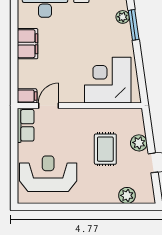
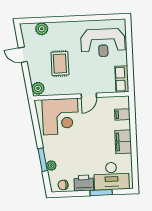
filing cabinet: (27, 96) -> (122, 114), moved
door: (49, 106) -> (89, 96), moved
plant: (139, 143) -> (38, 88), moved

